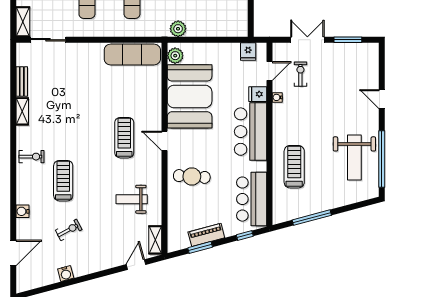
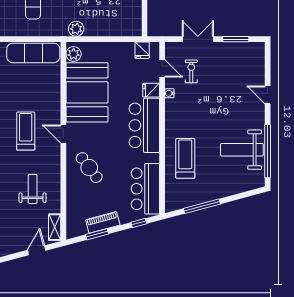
door: (269, 71) -> (162, 68), hinge flipped
weight bench: (354, 157) -> (242, 150), turned 90
cafe table: (192, 176) -> (89, 168), turned 49
weight bench: (132, 199) -> (33, 189), turned 90

